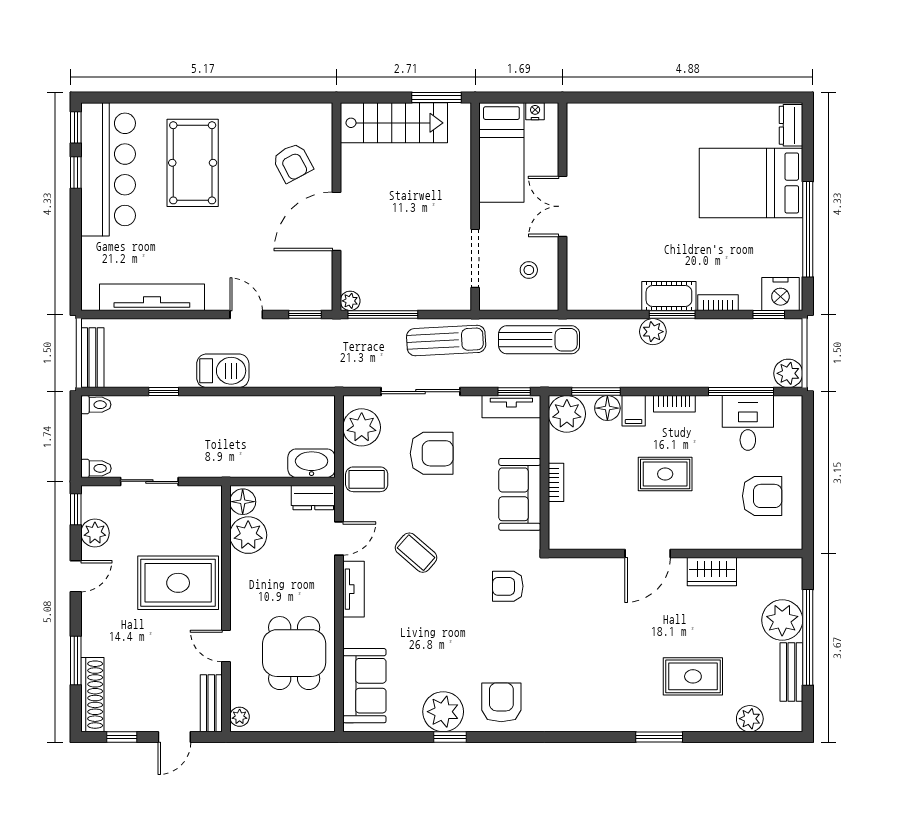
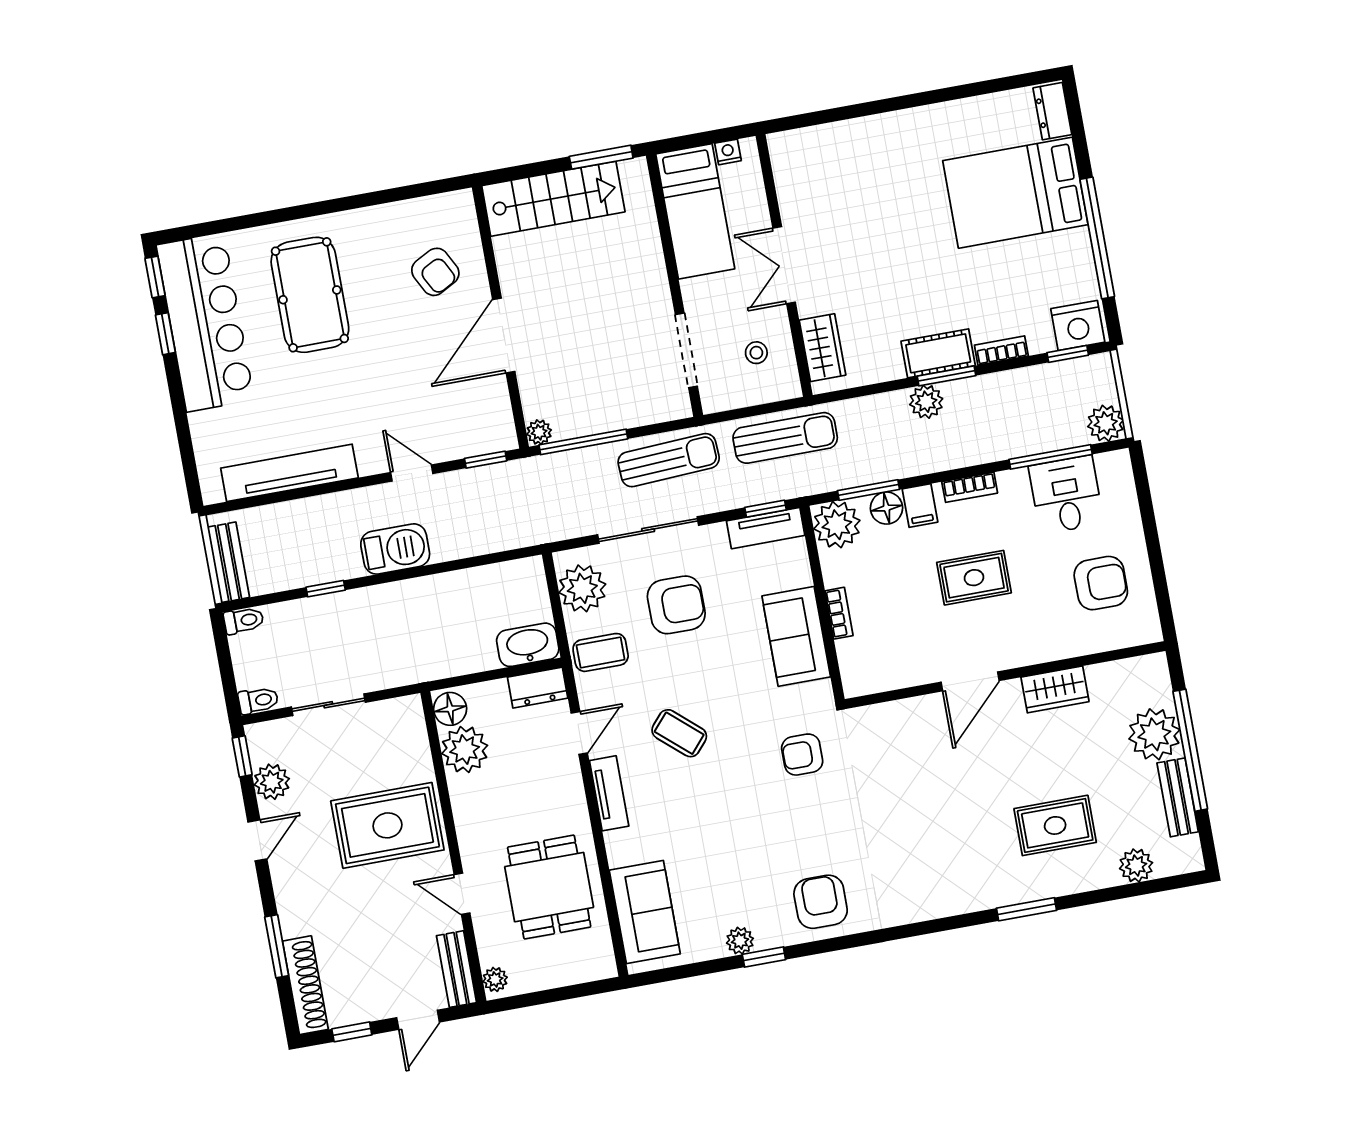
wardrobe: (581, 275) -> (822, 348), added
plant: (443, 712) -> (740, 941), width x0.53, depth x0.53

